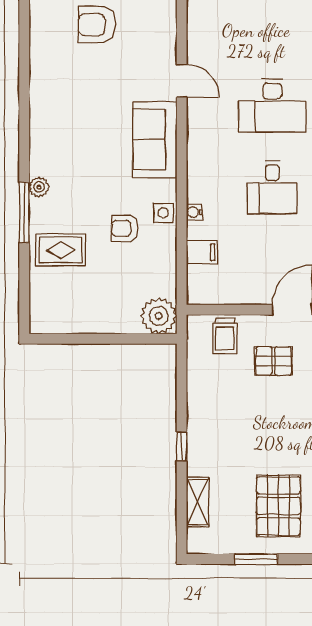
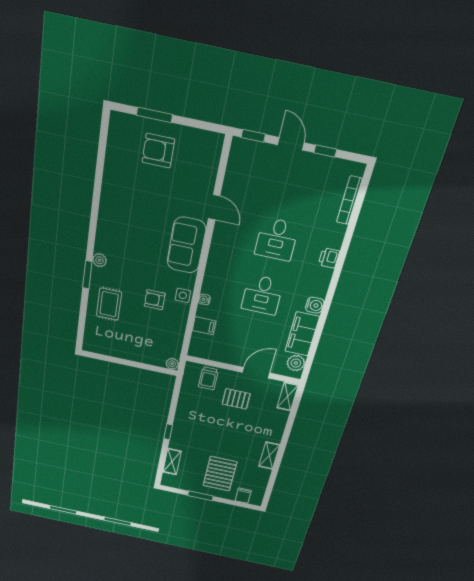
desk: (272, 105) -> (277, 239), width x0.73
window: (24, 212) -> (87, 275), width x0.69
rug: (61, 250) -> (109, 304), turned 90
plant: (159, 316) -> (172, 364), width x0.53, depth x0.53

